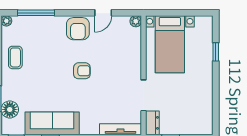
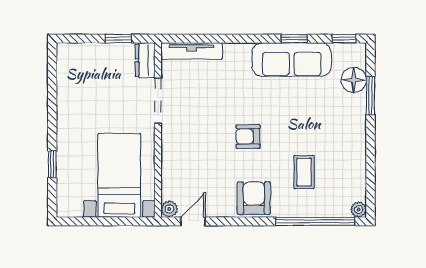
window: (36, 13) -> (315, 221), width x1.46
door: (103, 13) -> (193, 221), moved
coffee table: (15, 57) -> (304, 172), moved

